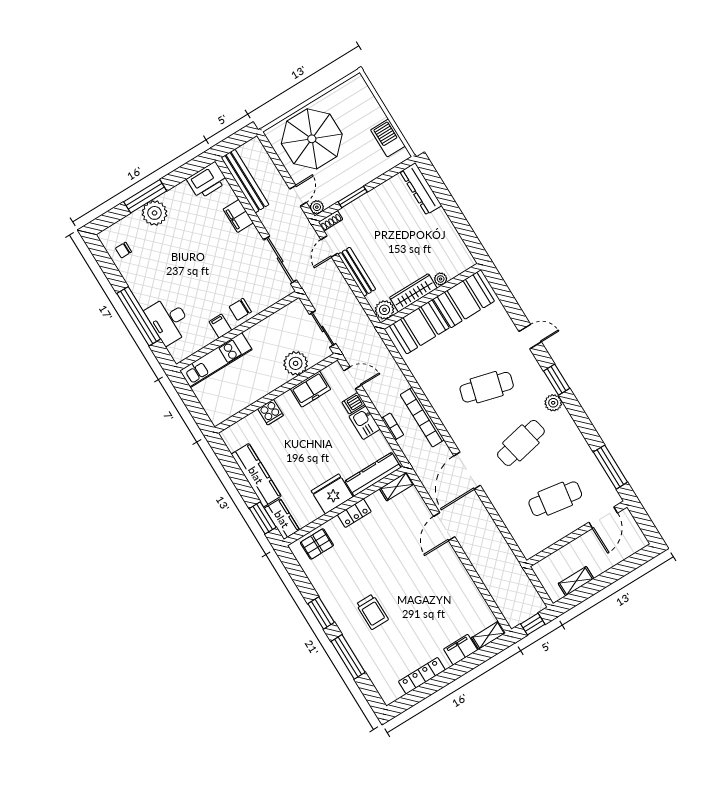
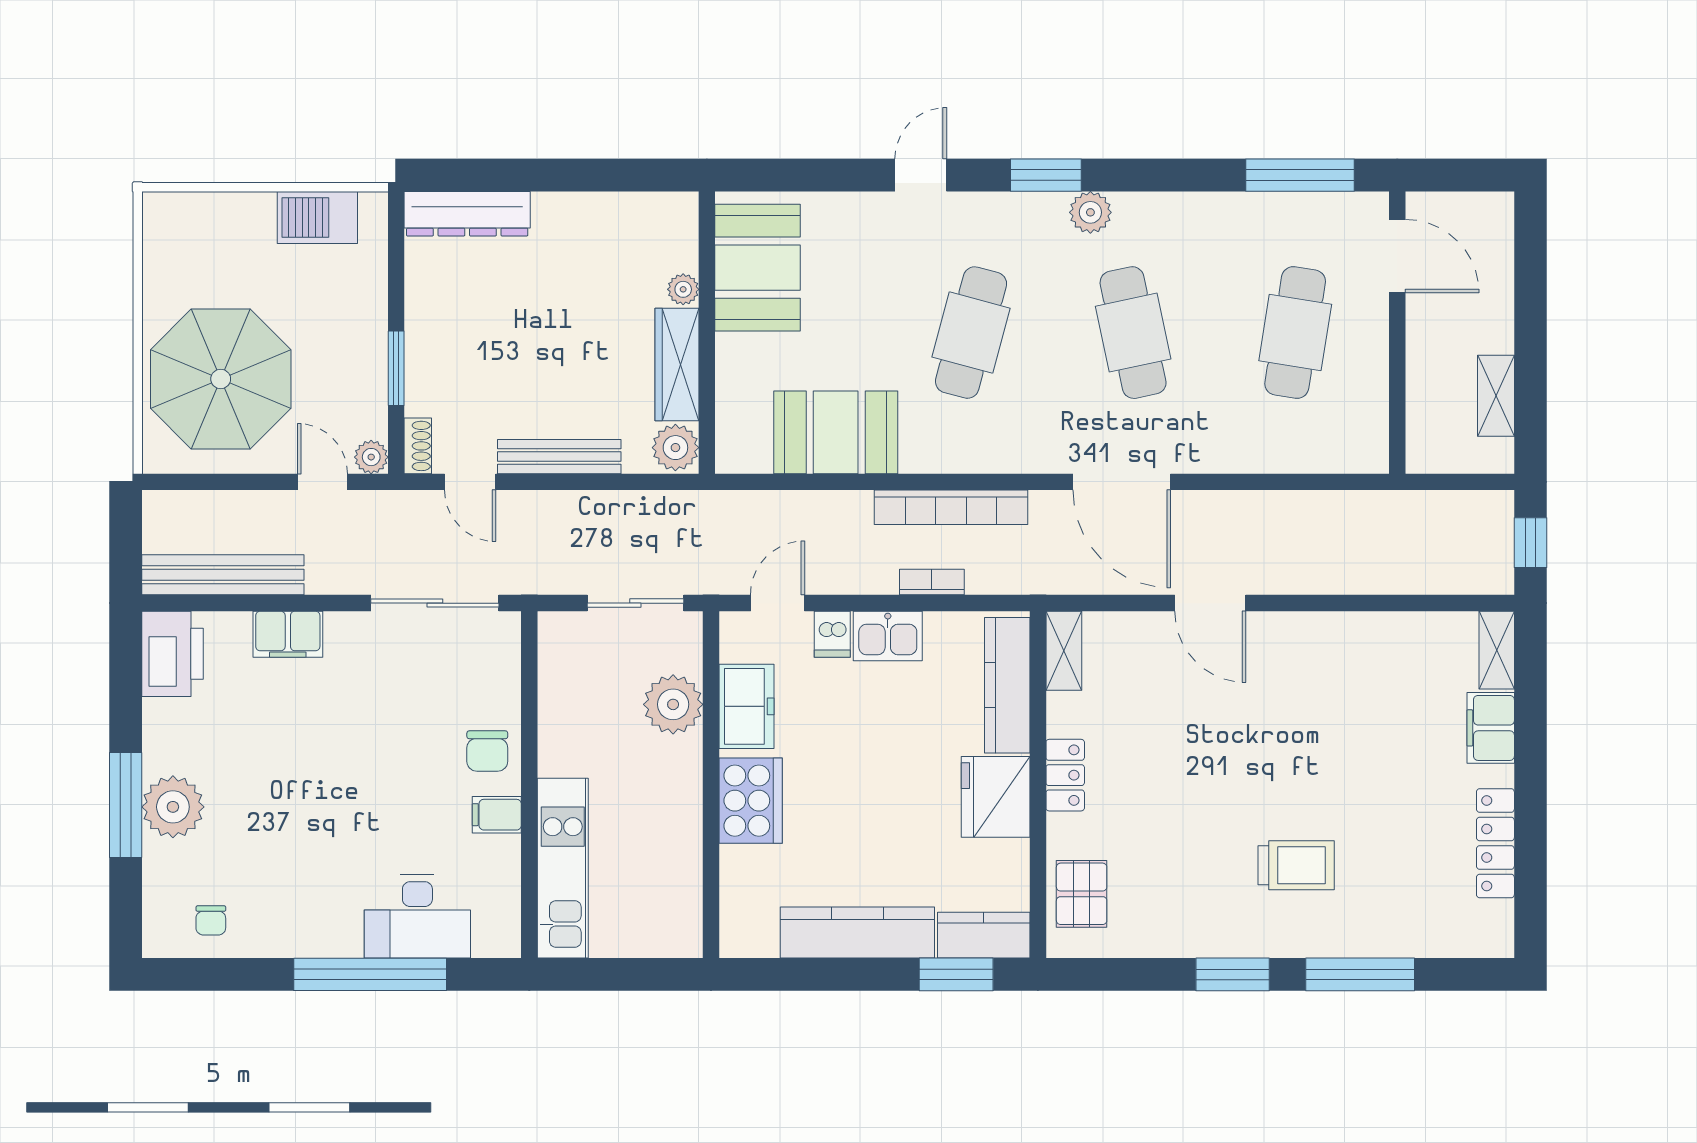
booth: (419, 327) -> (836, 432), moved, turned 90
cooker: (270, 412) -> (751, 801), width x1.87, depth x1.31

